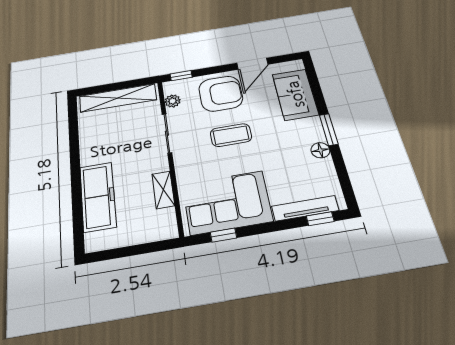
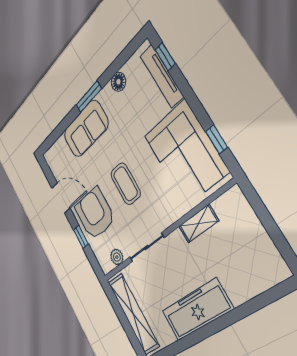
window: (181, 76) -> (81, 237), moved
sofa: (295, 94) -> (86, 129), moved
floor lamp: (320, 150) -> (118, 82), moved
freezer: (98, 196) -> (197, 310), moved

